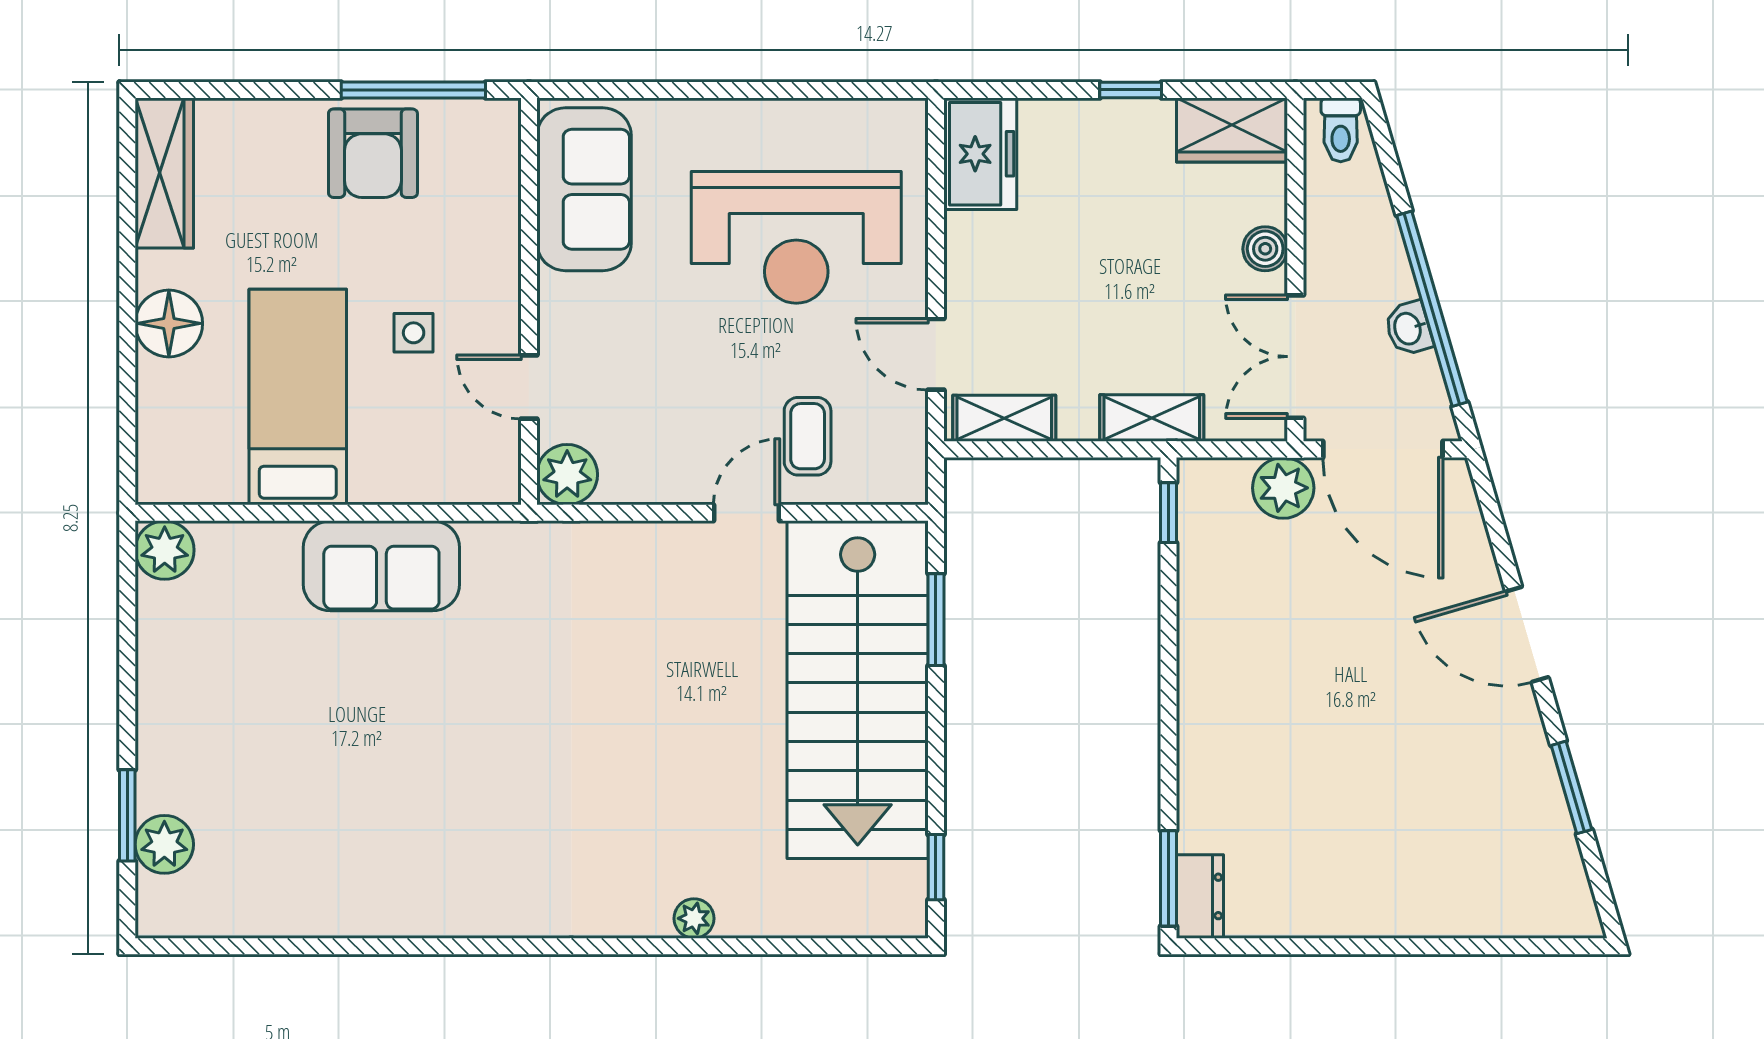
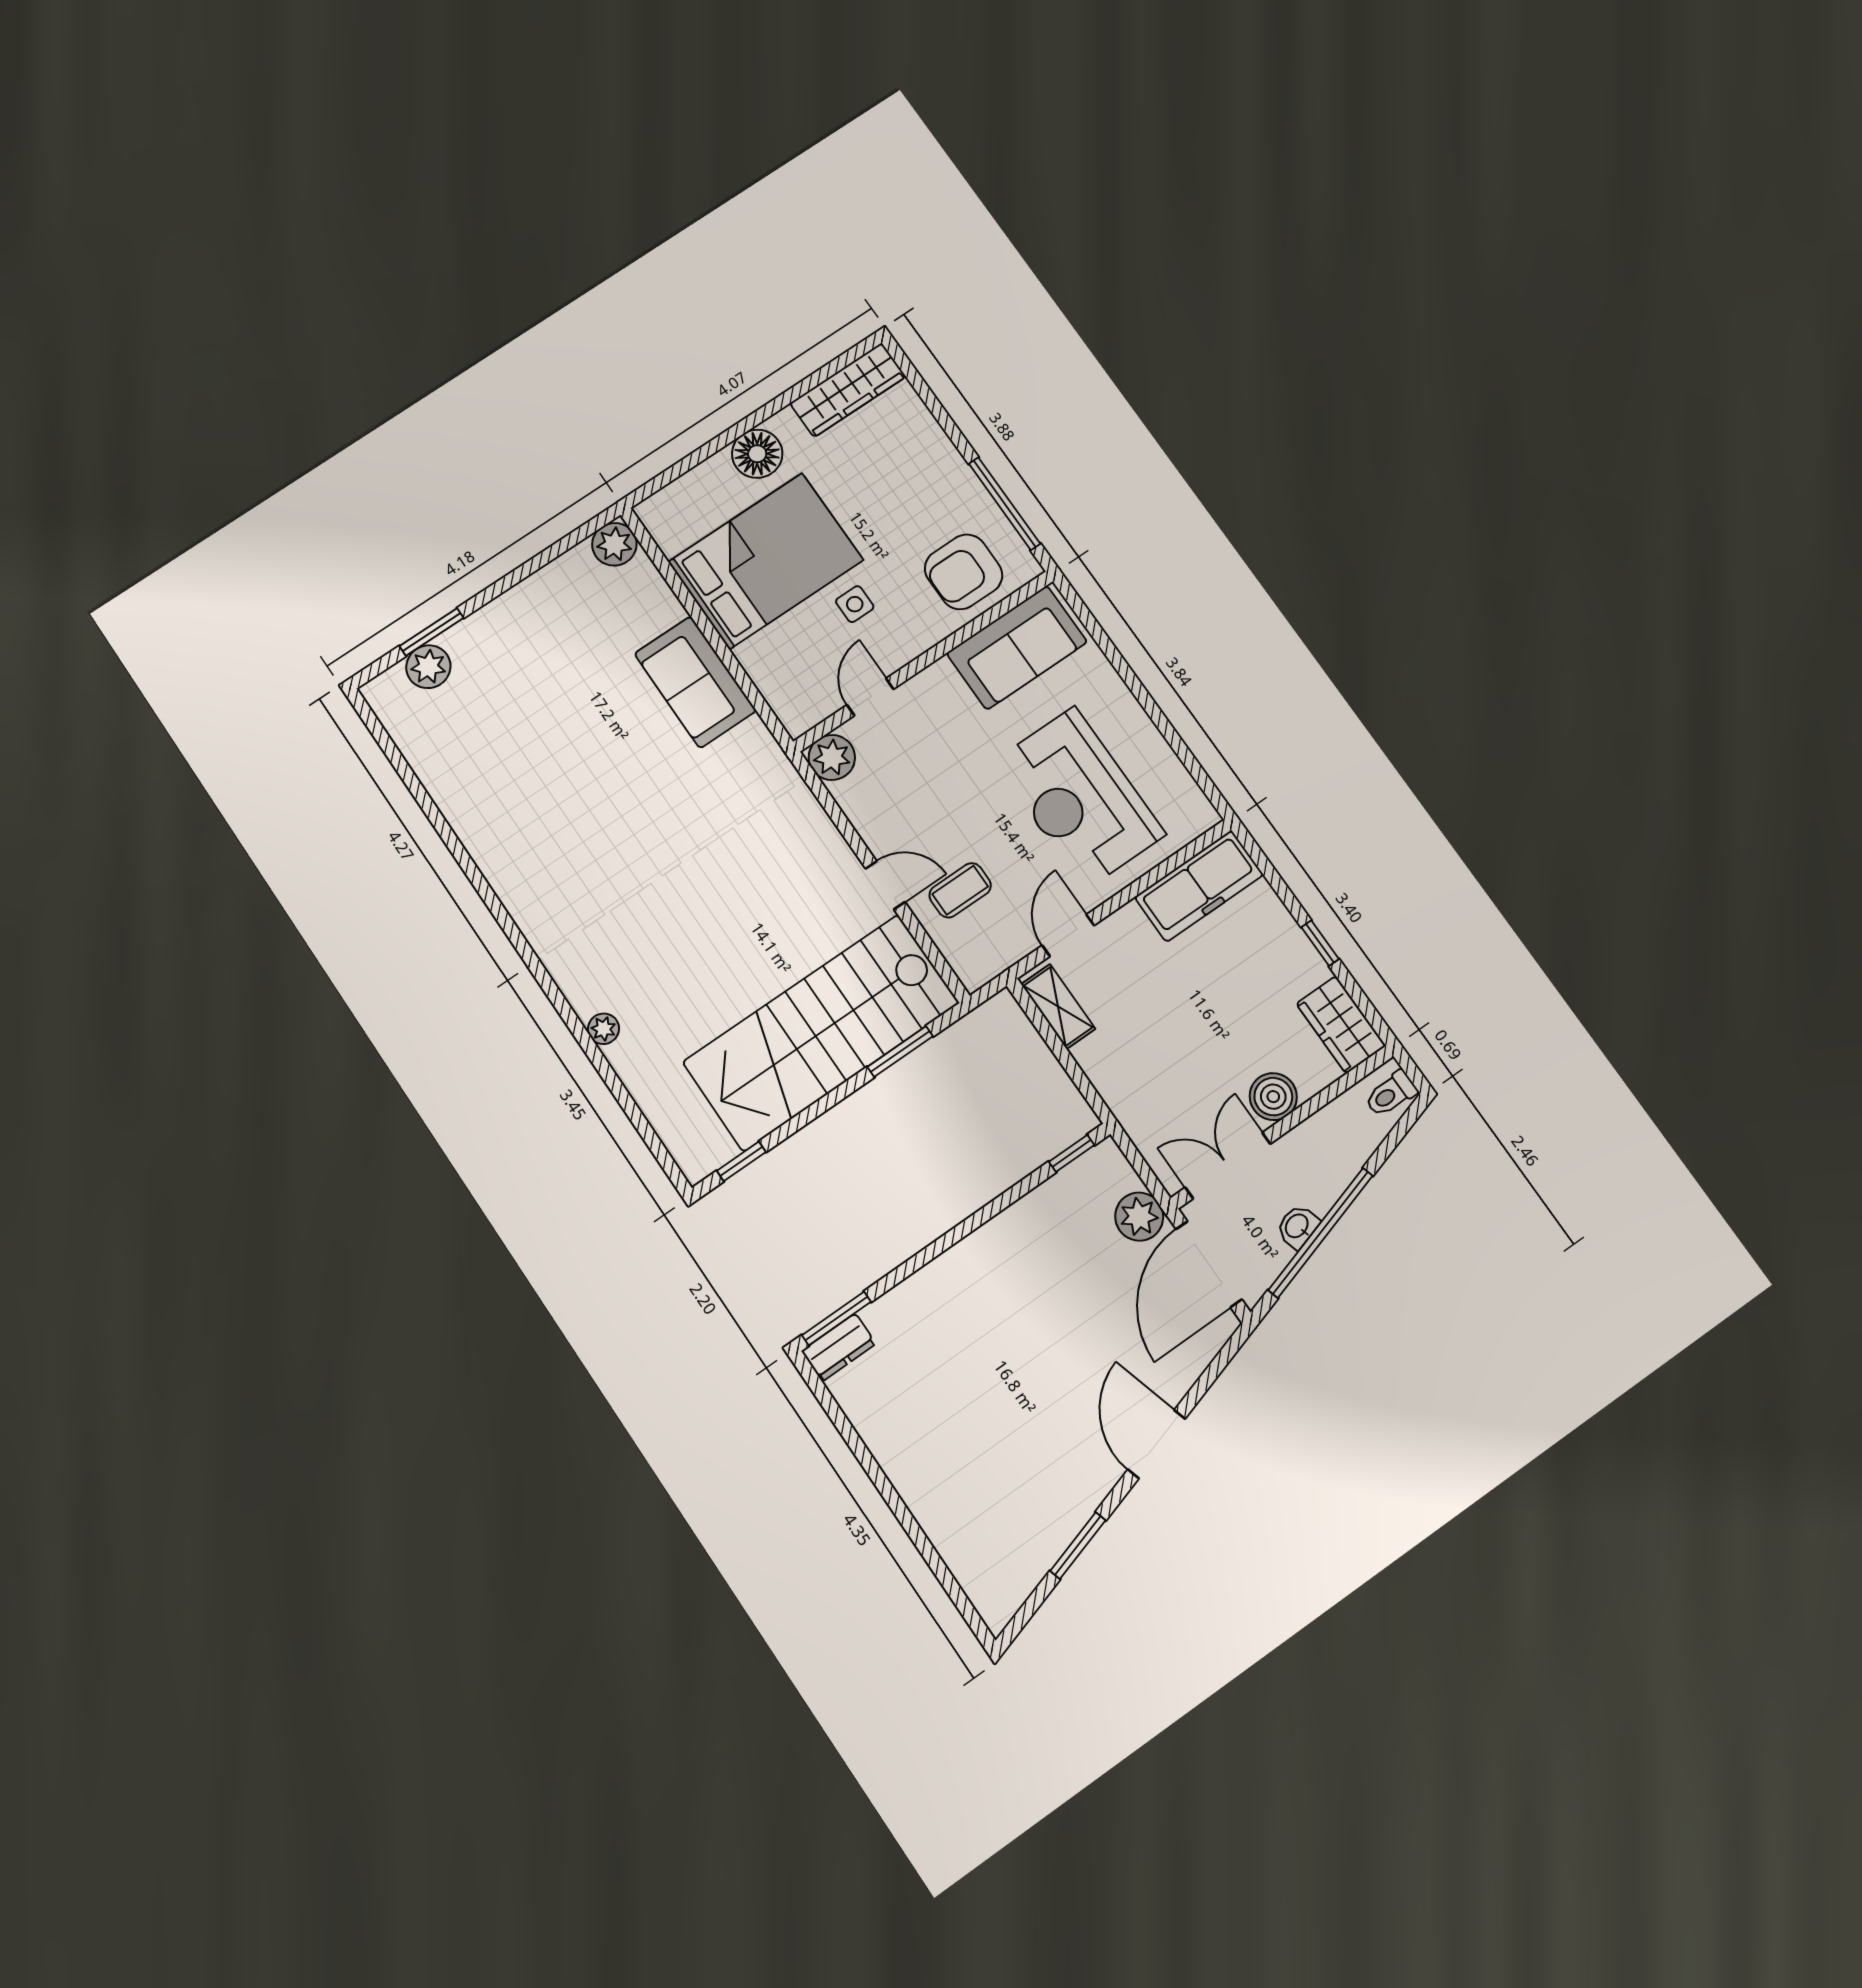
armchair: (373, 153) -> (964, 572), moved
freezer: (980, 154) -> (1199, 886), width x1.40
boiler: (1265, 249) -> (1273, 1097), width x1.36, depth x1.36
bed: (298, 397) -> (766, 561), width x1.50
shelving: (1152, 418) -> (1124, 1100), removed

